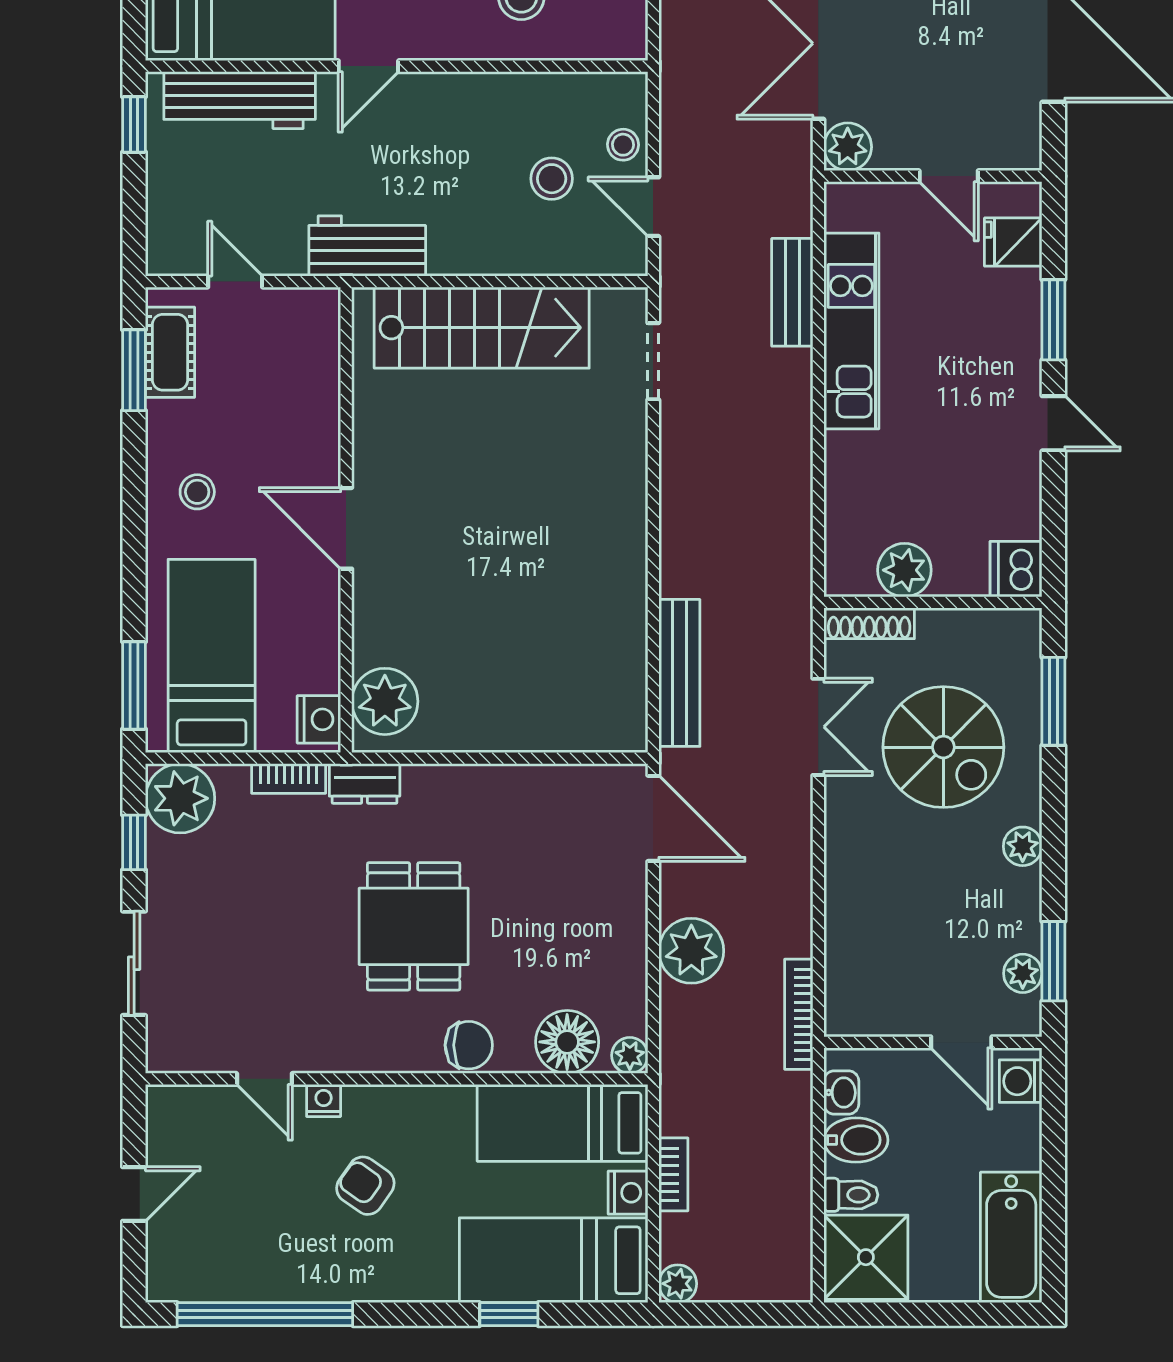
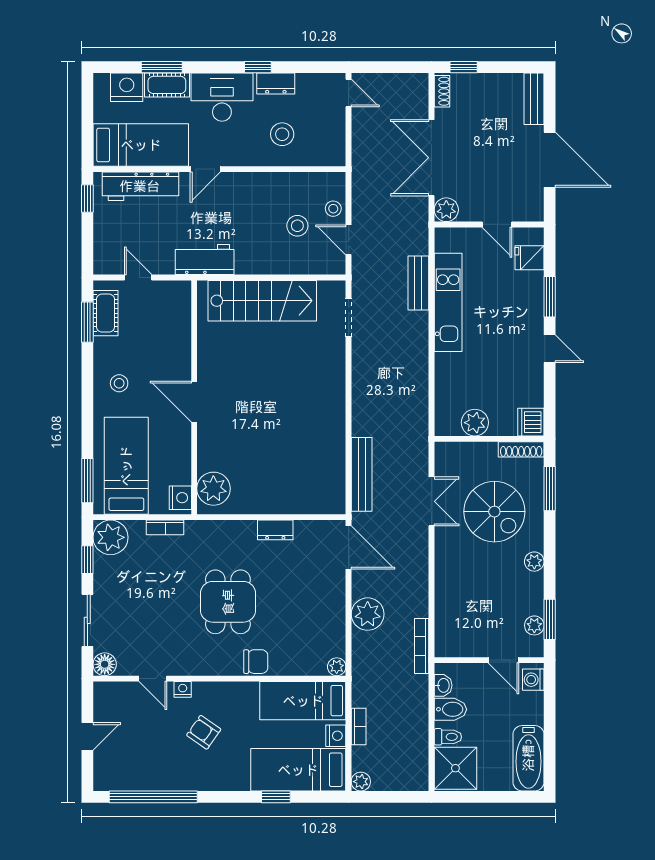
shoe rack: (869, 623) -> (521, 449), moved
dresser: (365, 784) -> (275, 530), moved
floor lamp: (567, 1042) -> (105, 664), moved, width x0.73, depth x0.73

